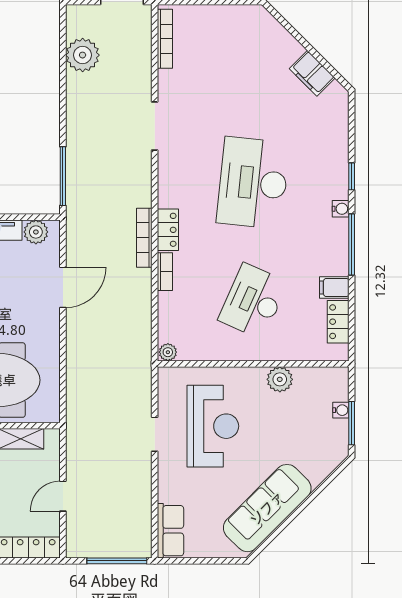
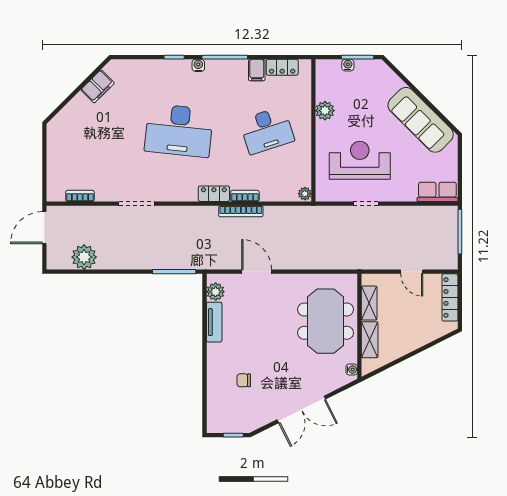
bookcase: (165, 39) -> (80, 196), width x0.64
bookcase: (144, 238) -> (241, 211), moved
desk: (253, 301) -> (267, 130), turned -42

